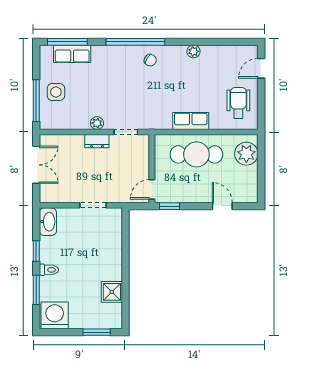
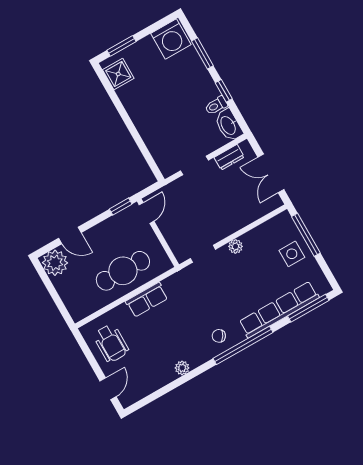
row of seats: (72, 54) -> (279, 310), width x2.02
dresser: (97, 141) -> (229, 157), moved, turned 180
plant: (246, 154) -> (55, 263), moved
toilet: (49, 270) -> (216, 106), moved
shower: (112, 292) -> (118, 74), moved

